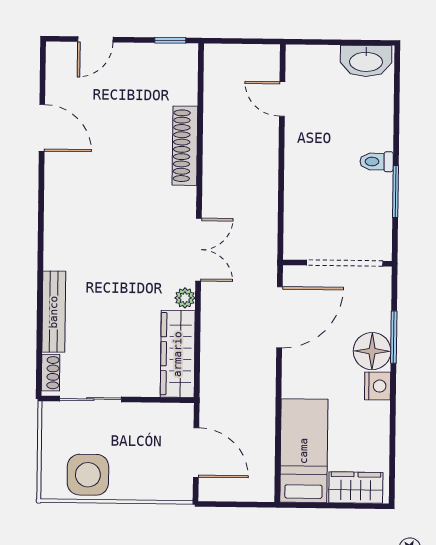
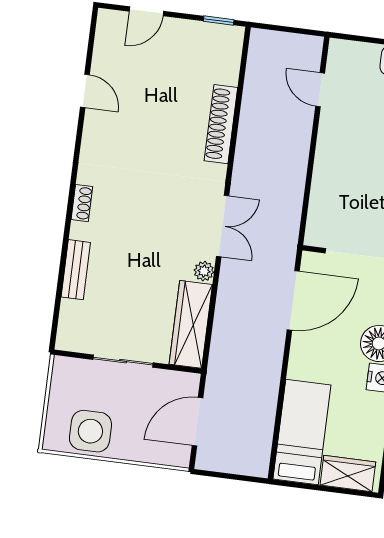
door: (42, 128) -> (85, 91), width x0.73
bench: (54, 312) -> (76, 270), width x0.73
shoe rack: (51, 373) -> (82, 203), moved
sliding door: (90, 399) -> (123, 361), moved
door: (196, 452) -> (197, 422), swing flipped

